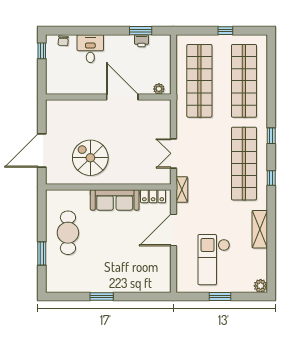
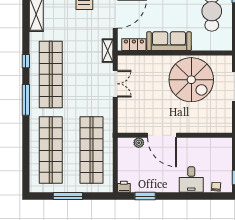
window: (225, 31) -> (68, 196), width x2.17
printer: (141, 41) -> (124, 187), moved
plant: (159, 89) -> (139, 143), moved
window: (271, 136) -> (26, 100), width x2.17
spiral stairs: (90, 158) -> (191, 80), width x1.37, depth x1.37

